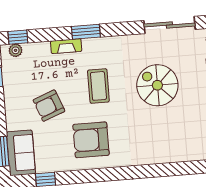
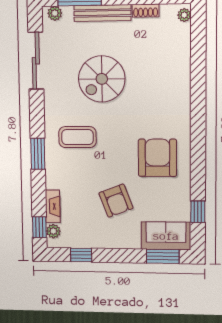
fireplace: (66, 46) -> (53, 206), moved
coffee table: (98, 86) -> (77, 137), moved
armchair: (91, 140) -> (157, 158), turned 180

